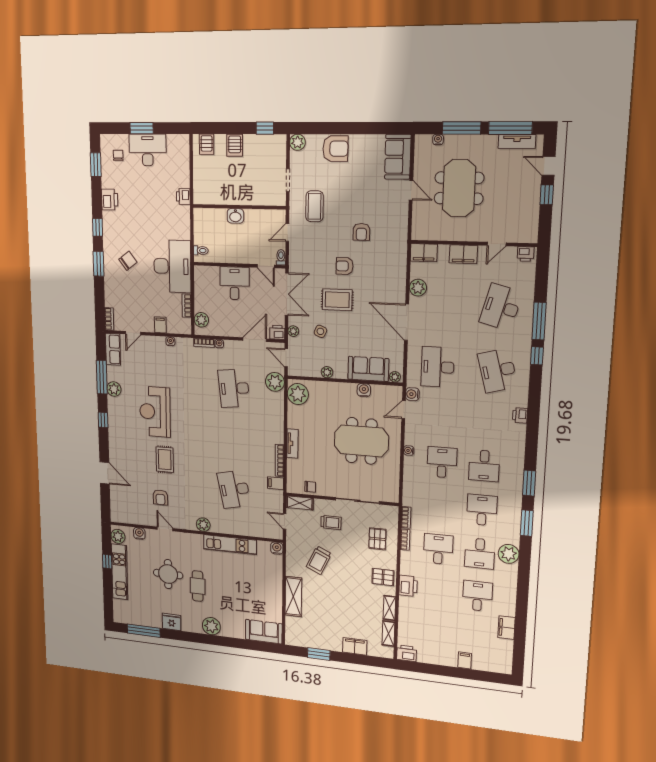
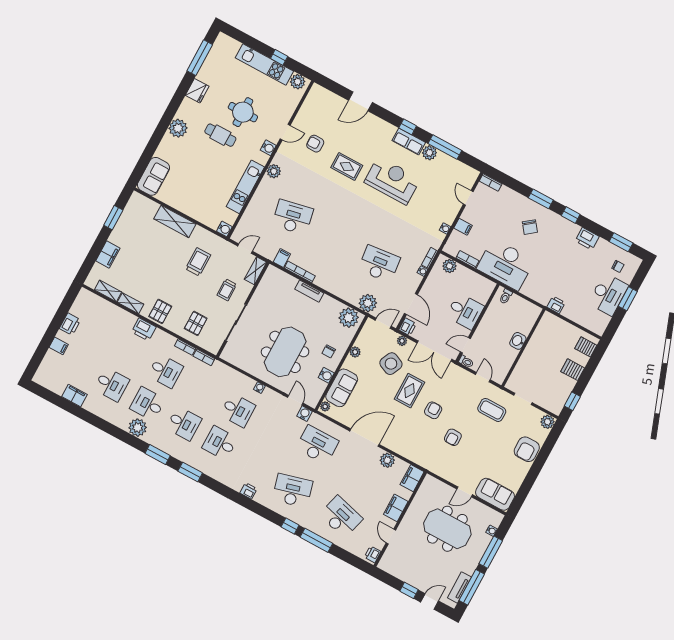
armchair: (361, 232) -> (453, 437), turned -90
side table: (320, 331) -> (391, 364), width x1.87, depth x1.87
row of seats: (113, 349) -> (409, 142), moved
chair: (310, 487) -> (329, 351), moved
water cooler: (139, 533) -> (268, 148), moved
pallet: (377, 539) -> (196, 323), turned 90
trolley: (319, 560) -> (198, 262), turned 65
printer: (407, 653) -> (70, 324), moved

